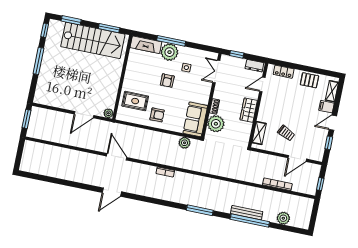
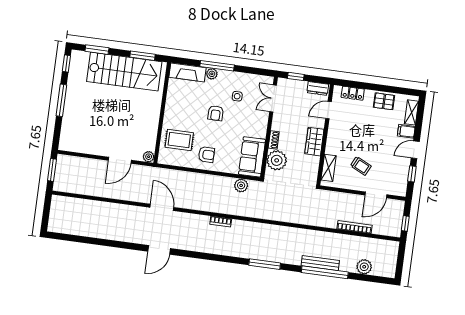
plant: (169, 52) -> (212, 74), width x0.53, depth x0.53

